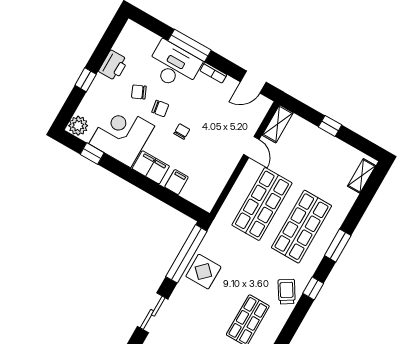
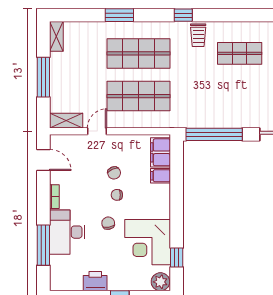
window: (189, 45) -> (43, 245), moved
chair: (139, 92) -> (114, 173), moved
window: (330, 126) -> (43, 77), width x2.17
filing cabinet: (151, 167) -> (160, 152), moved
shelving: (362, 176) -> (56, 36), moved, turned 90
window: (338, 245) -> (119, 15), moved
display table: (203, 272) -> (221, 112), removed
trolley: (287, 292) -> (198, 35), turned -58

